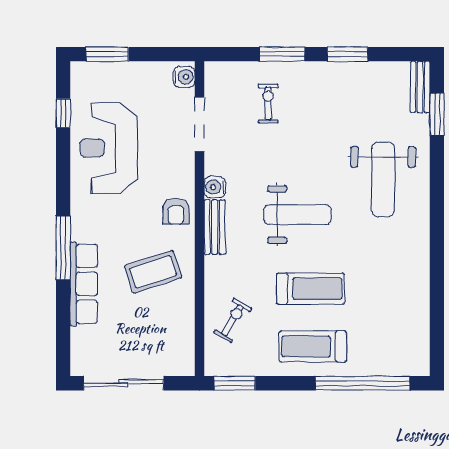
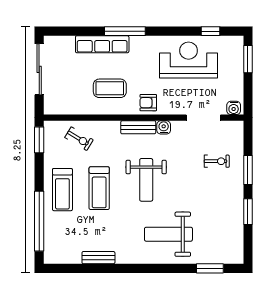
bench: (420, 87) -> (98, 258), moved
coffee table: (153, 272) -> (110, 88), turned -72
treadmill: (313, 346) -> (62, 190), turned 180

